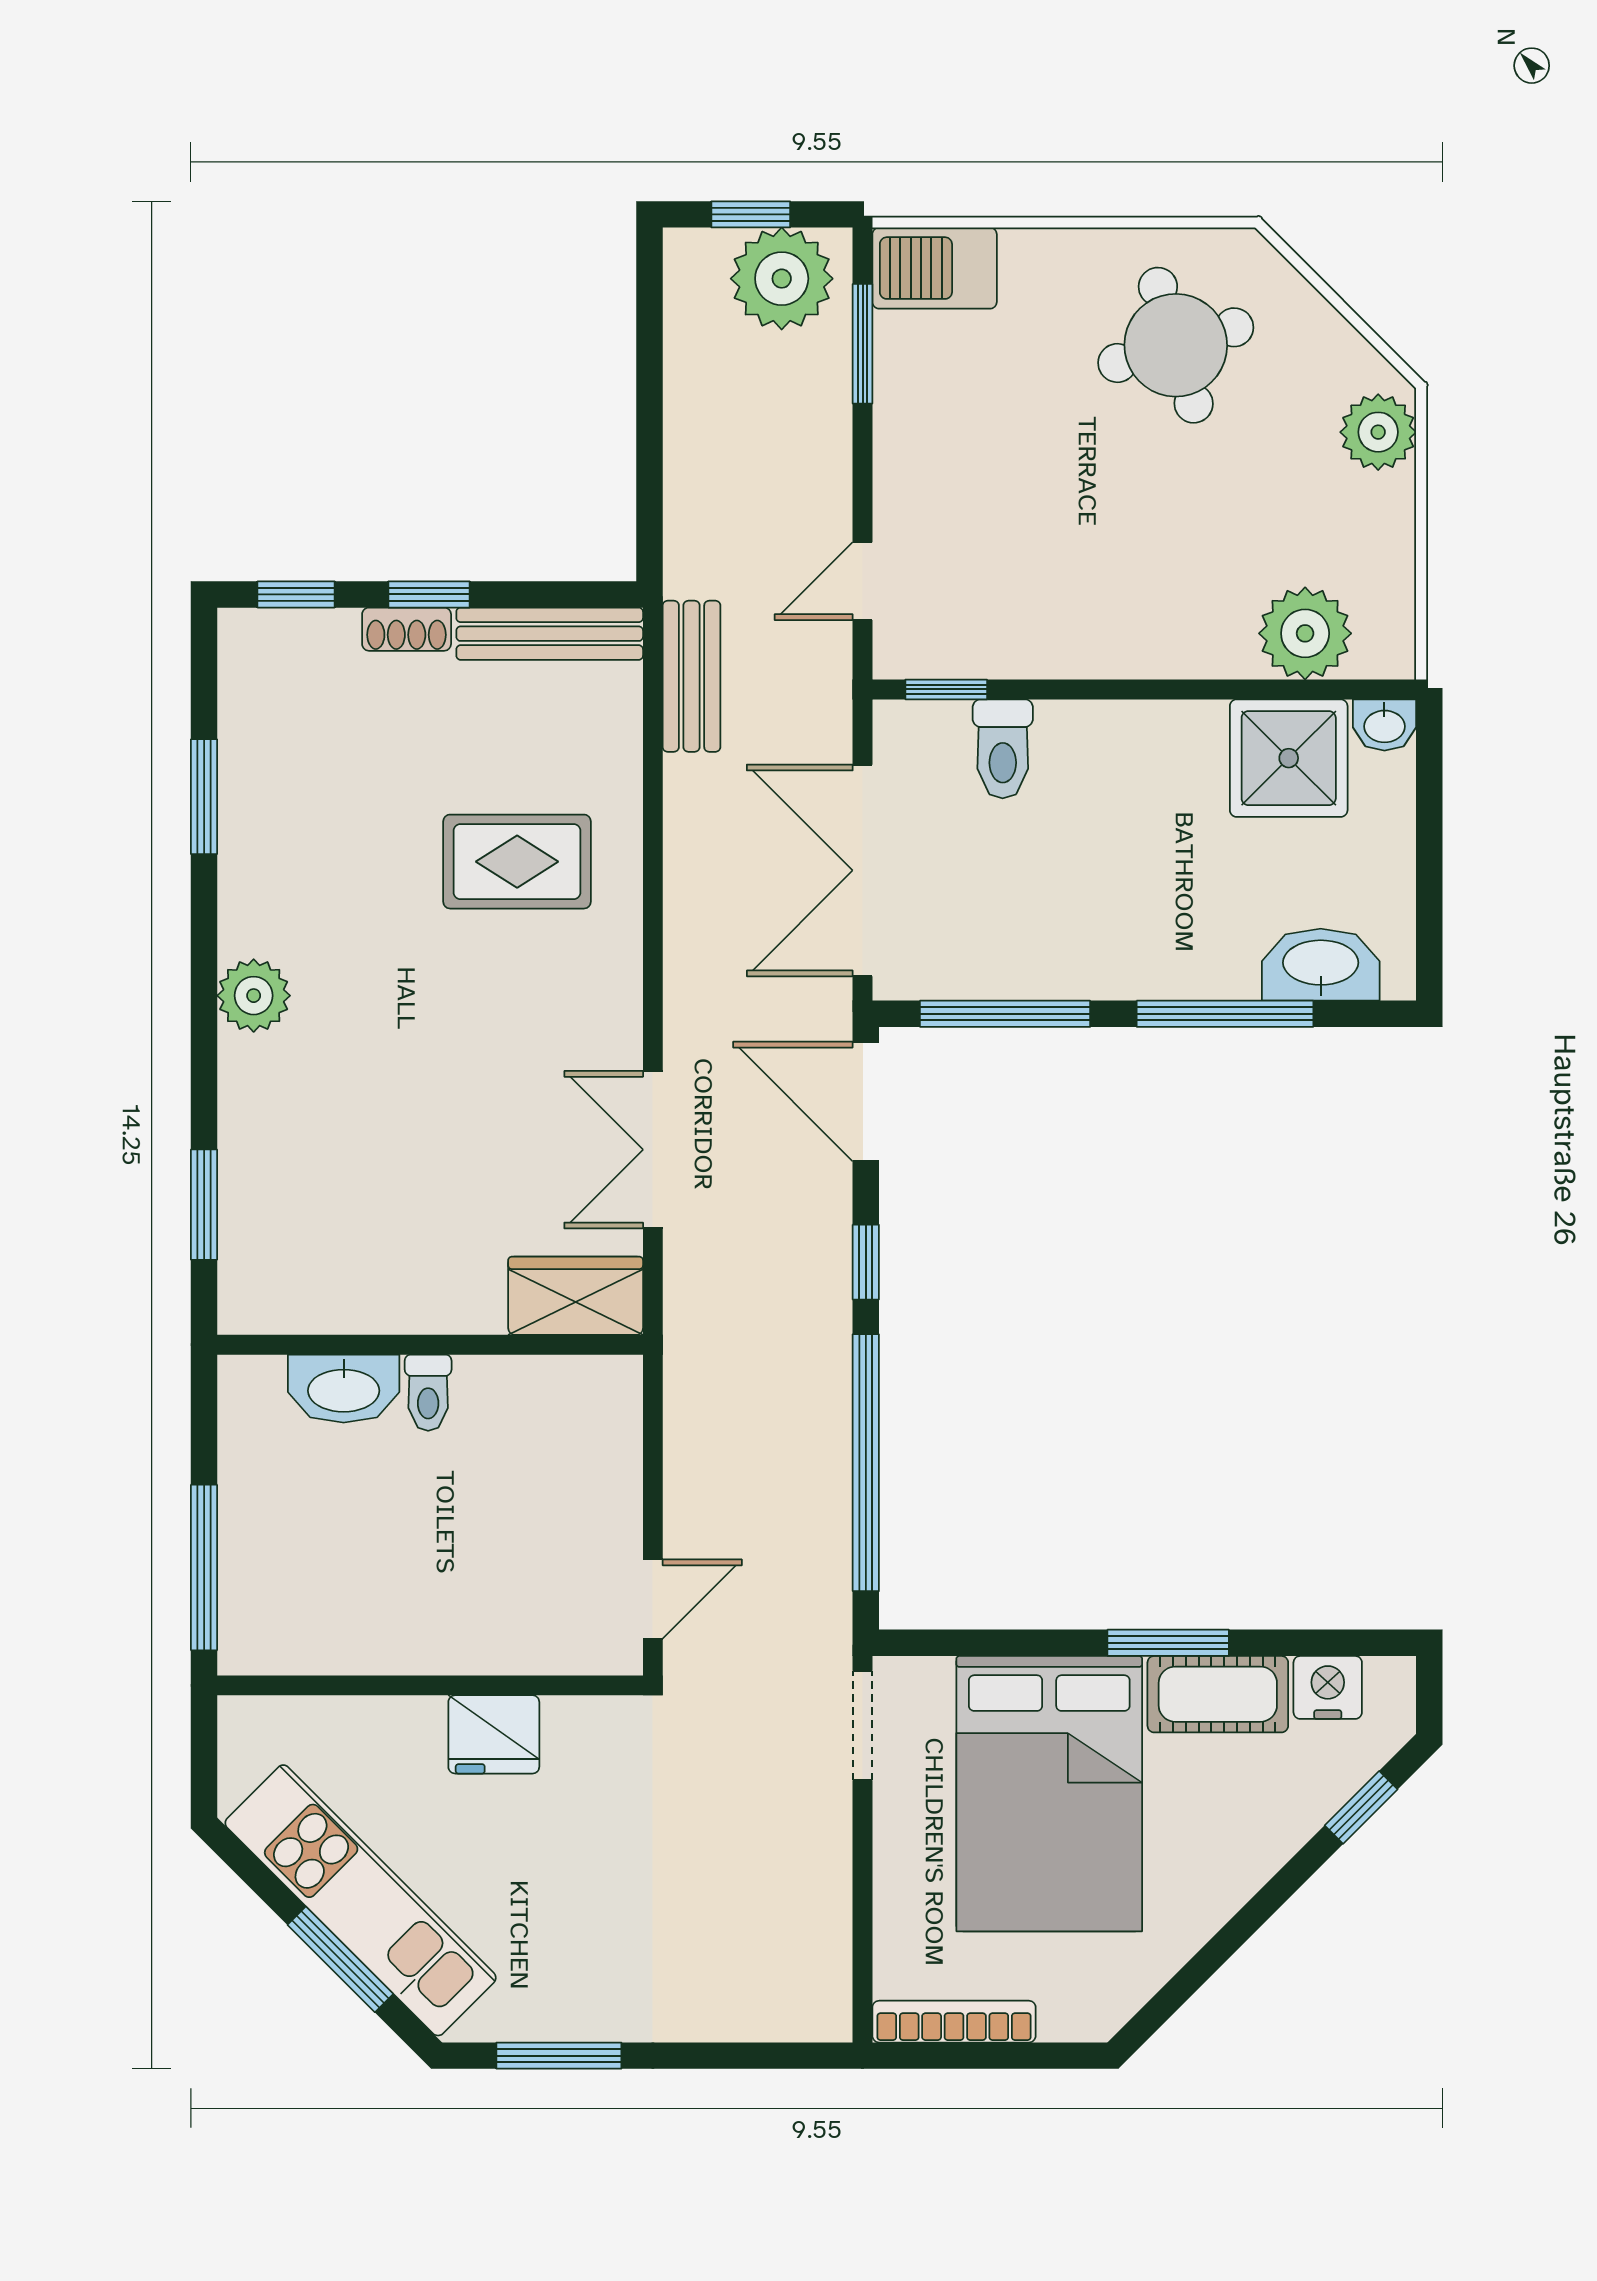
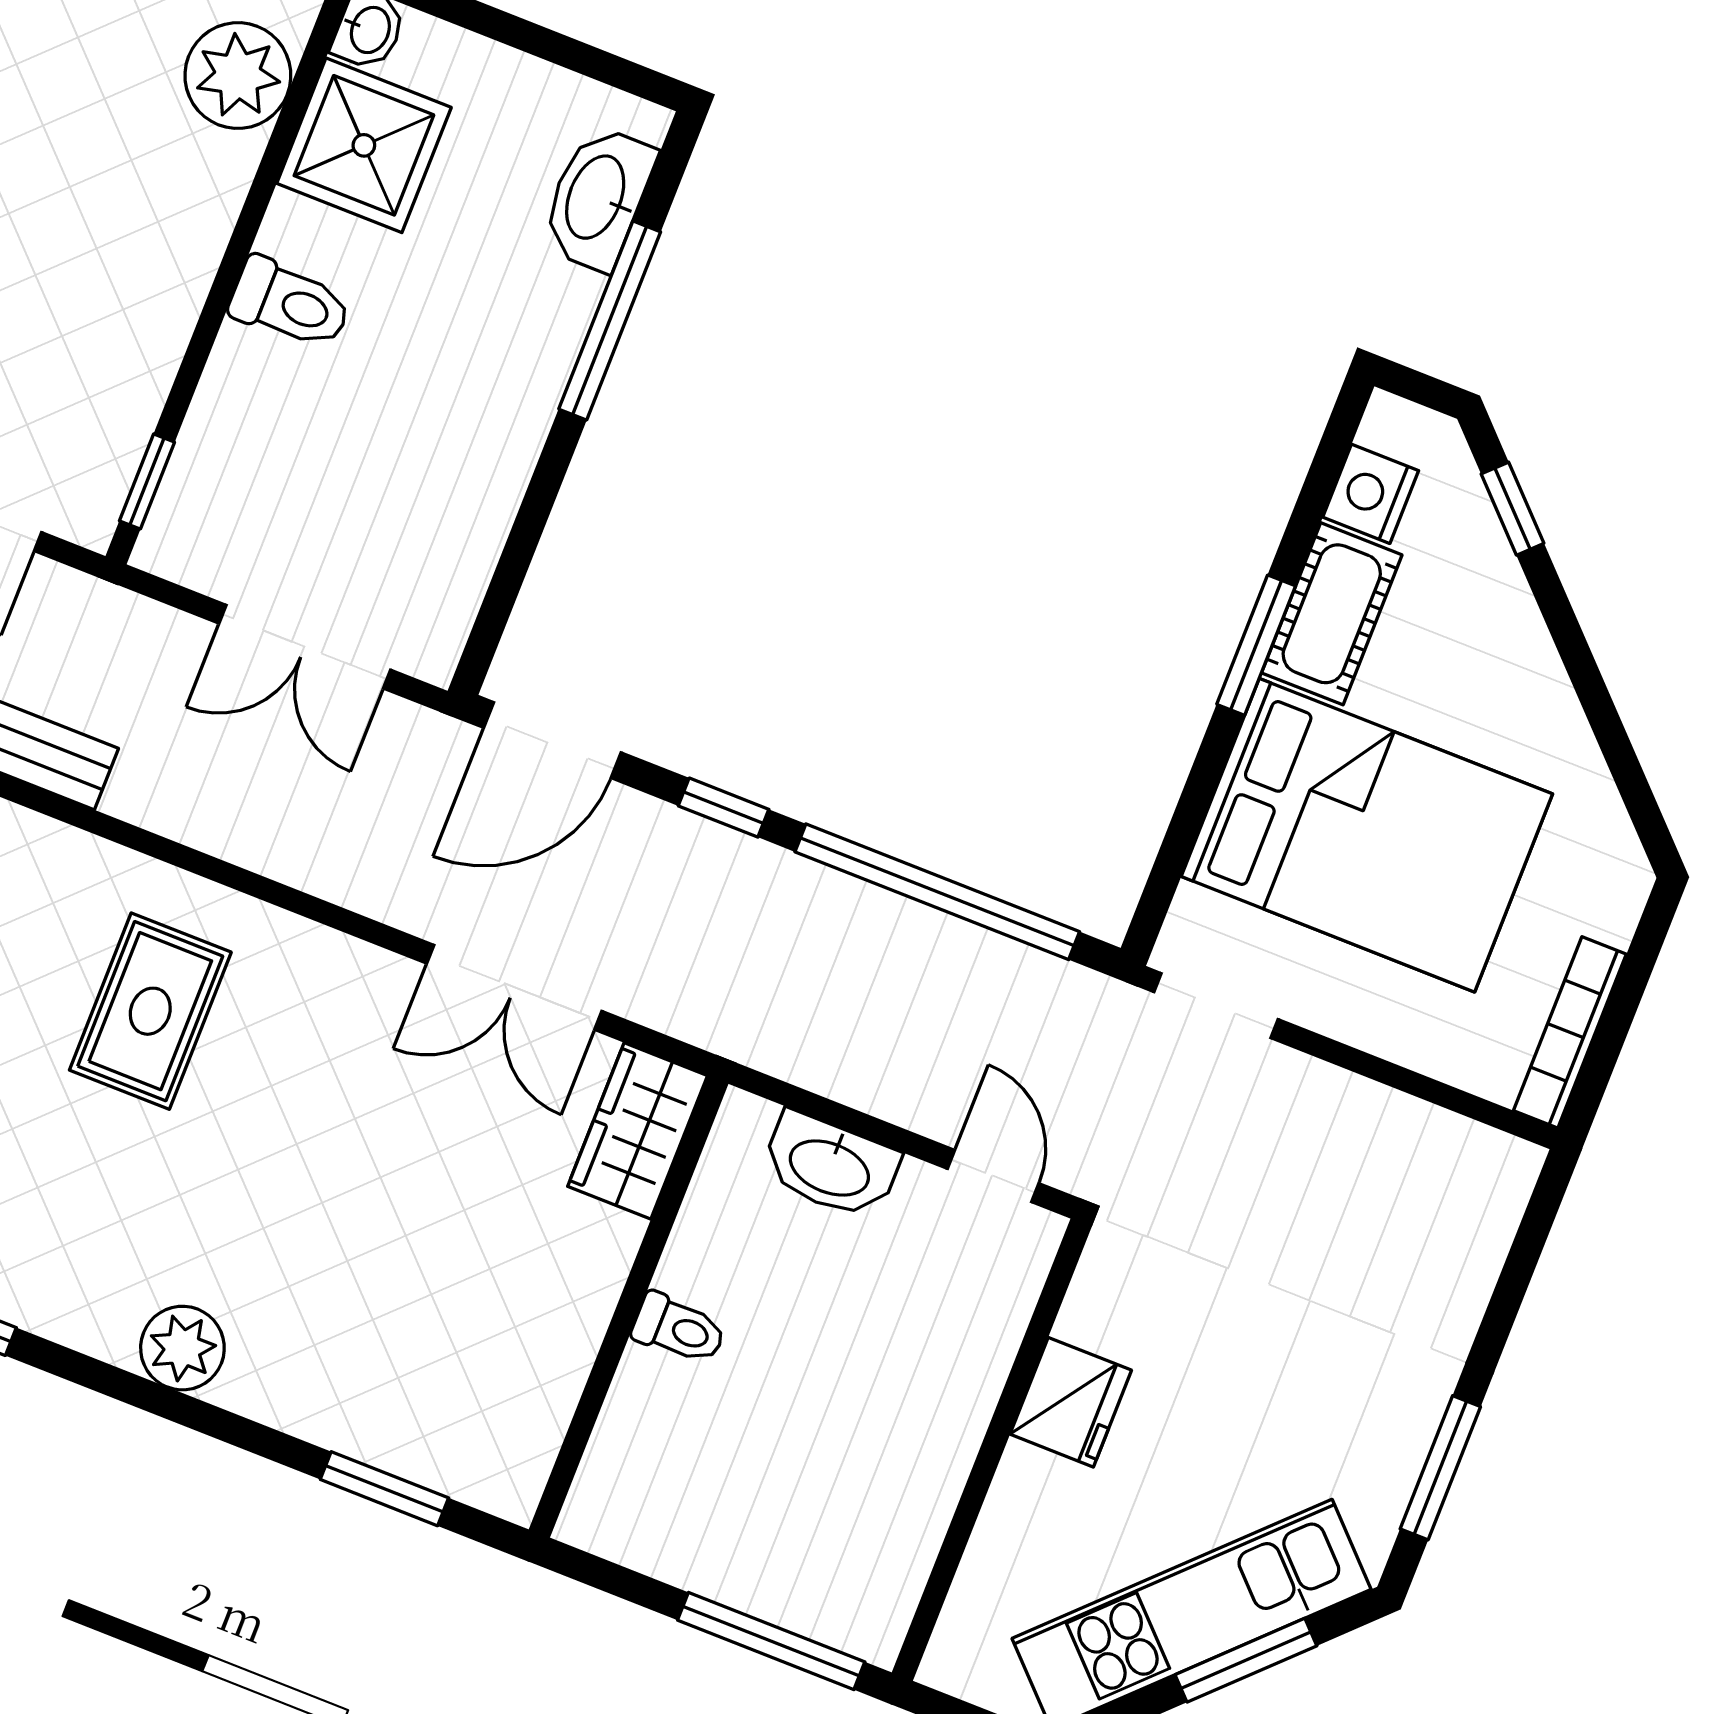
toilet: (1003, 749) -> (290, 304), moved
double door: (863, 870) -> (305, 647), width x0.73
window: (1005, 1014) -> (517, 555), removed
washbasin: (344, 1389) -> (830, 1166), moved, turned 90

